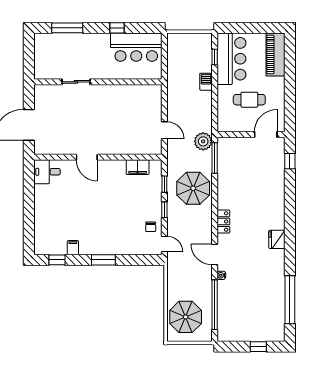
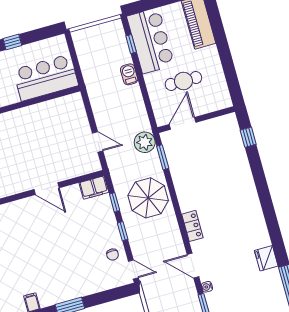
bar counter: (136, 47) -> (46, 78), moved, turned 180
door: (266, 135) -> (183, 123), moved
door: (87, 157) -> (47, 189), moved
window: (215, 158) -> (163, 157), width x0.69
filing cabinet: (138, 167) -> (94, 188), moved
fridge: (277, 239) -> (266, 258), moved

